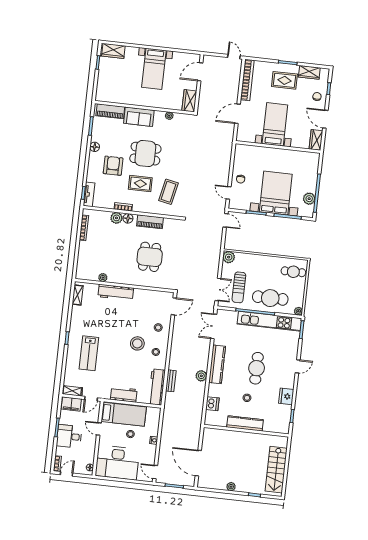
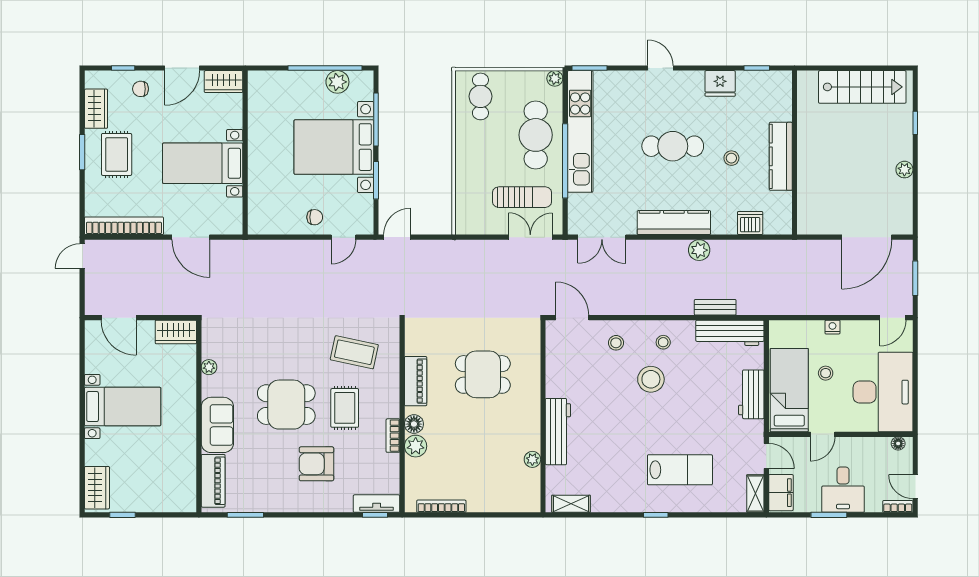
floor lamp: (95, 147) -> (284, 503), removed
dining table: (145, 154) -> (286, 405), turned 90
plant: (229, 257) -> (466, 223), removed

